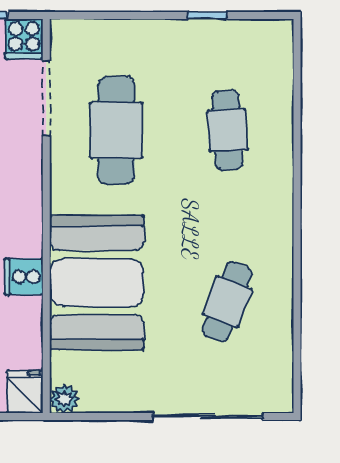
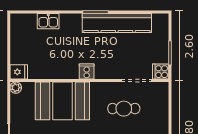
cafe table: (116, 130) -> (124, 109), width x0.73, depth x0.74
cooker: (24, 277) -> (87, 72), moved

